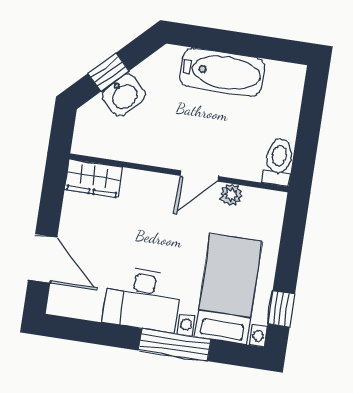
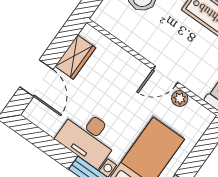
wardrobe: (93, 178) -> (75, 57), moved, turned -90

